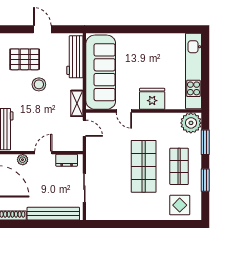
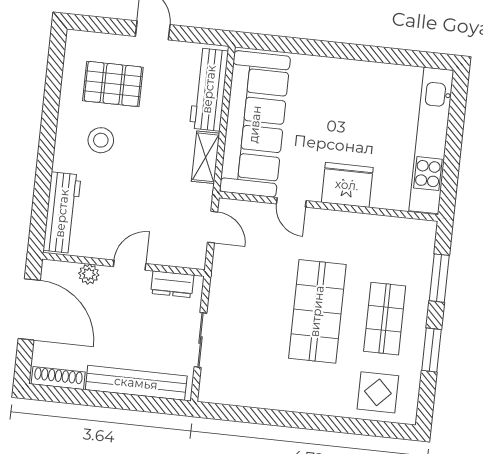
stool: (39, 84) -> (101, 140), moved
shelving: (77, 103) -> (206, 157), moved
plant: (191, 123) -> (416, 239), removed

